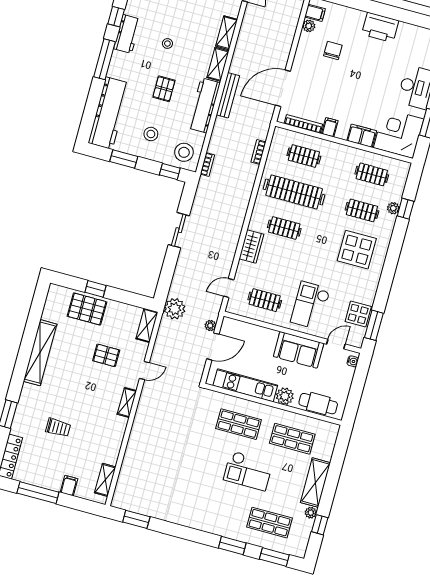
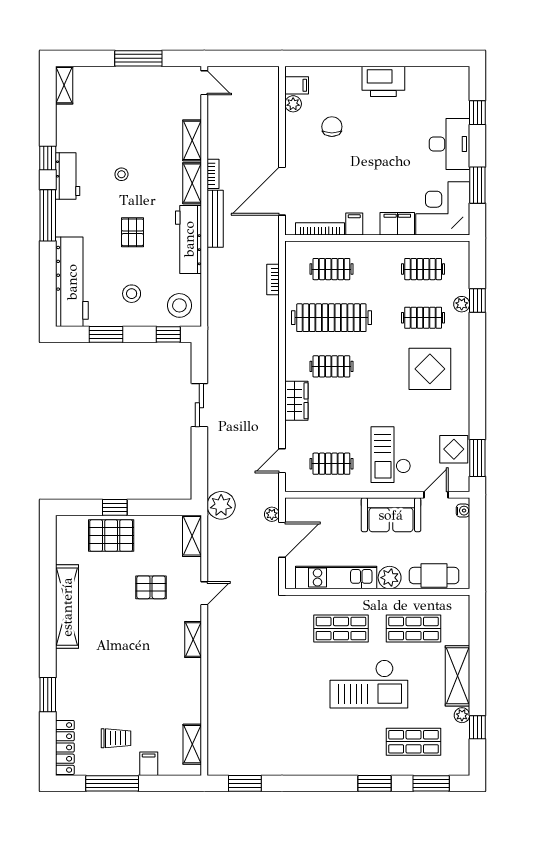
bookcase: (207, 164) -> (213, 174), moved
trolley: (58, 428) -> (116, 738), moved
checkout: (248, 471) -> (369, 684), width x1.36, depth x1.21

